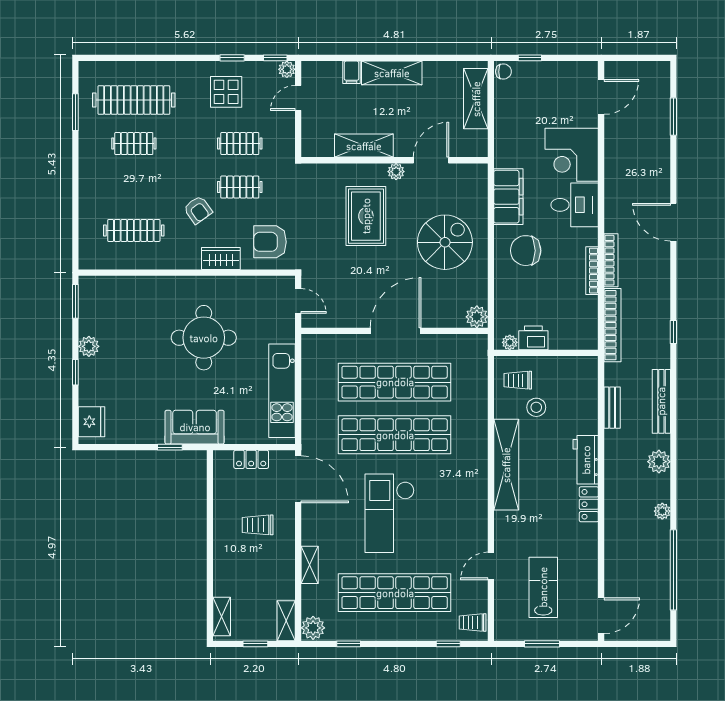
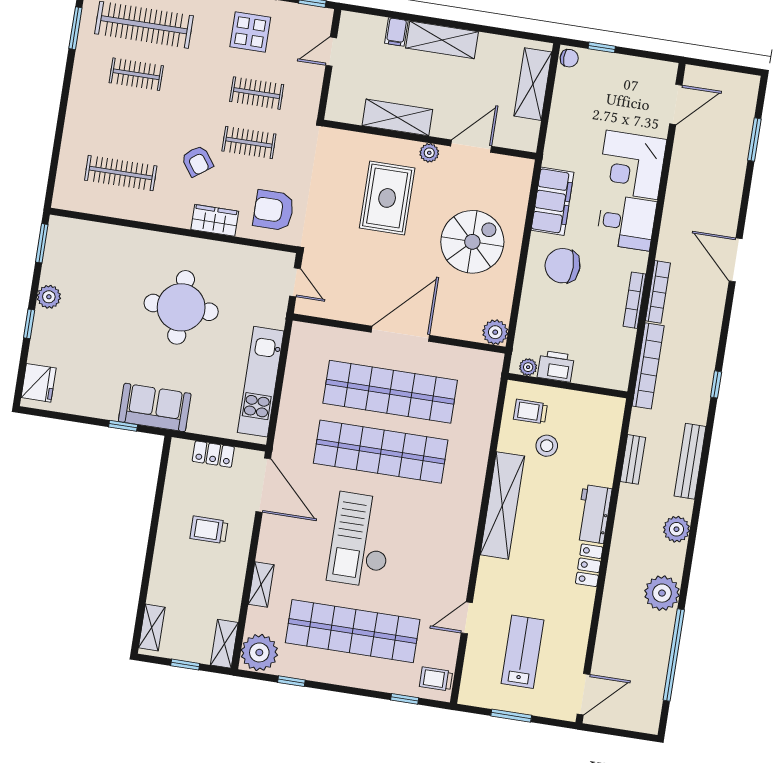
plant: (287, 69) -> (323, 17), removed
plant: (662, 511) -> (662, 593), width x1.88, depth x1.88
plant: (313, 628) -> (259, 652), width x1.36, depth x1.36

